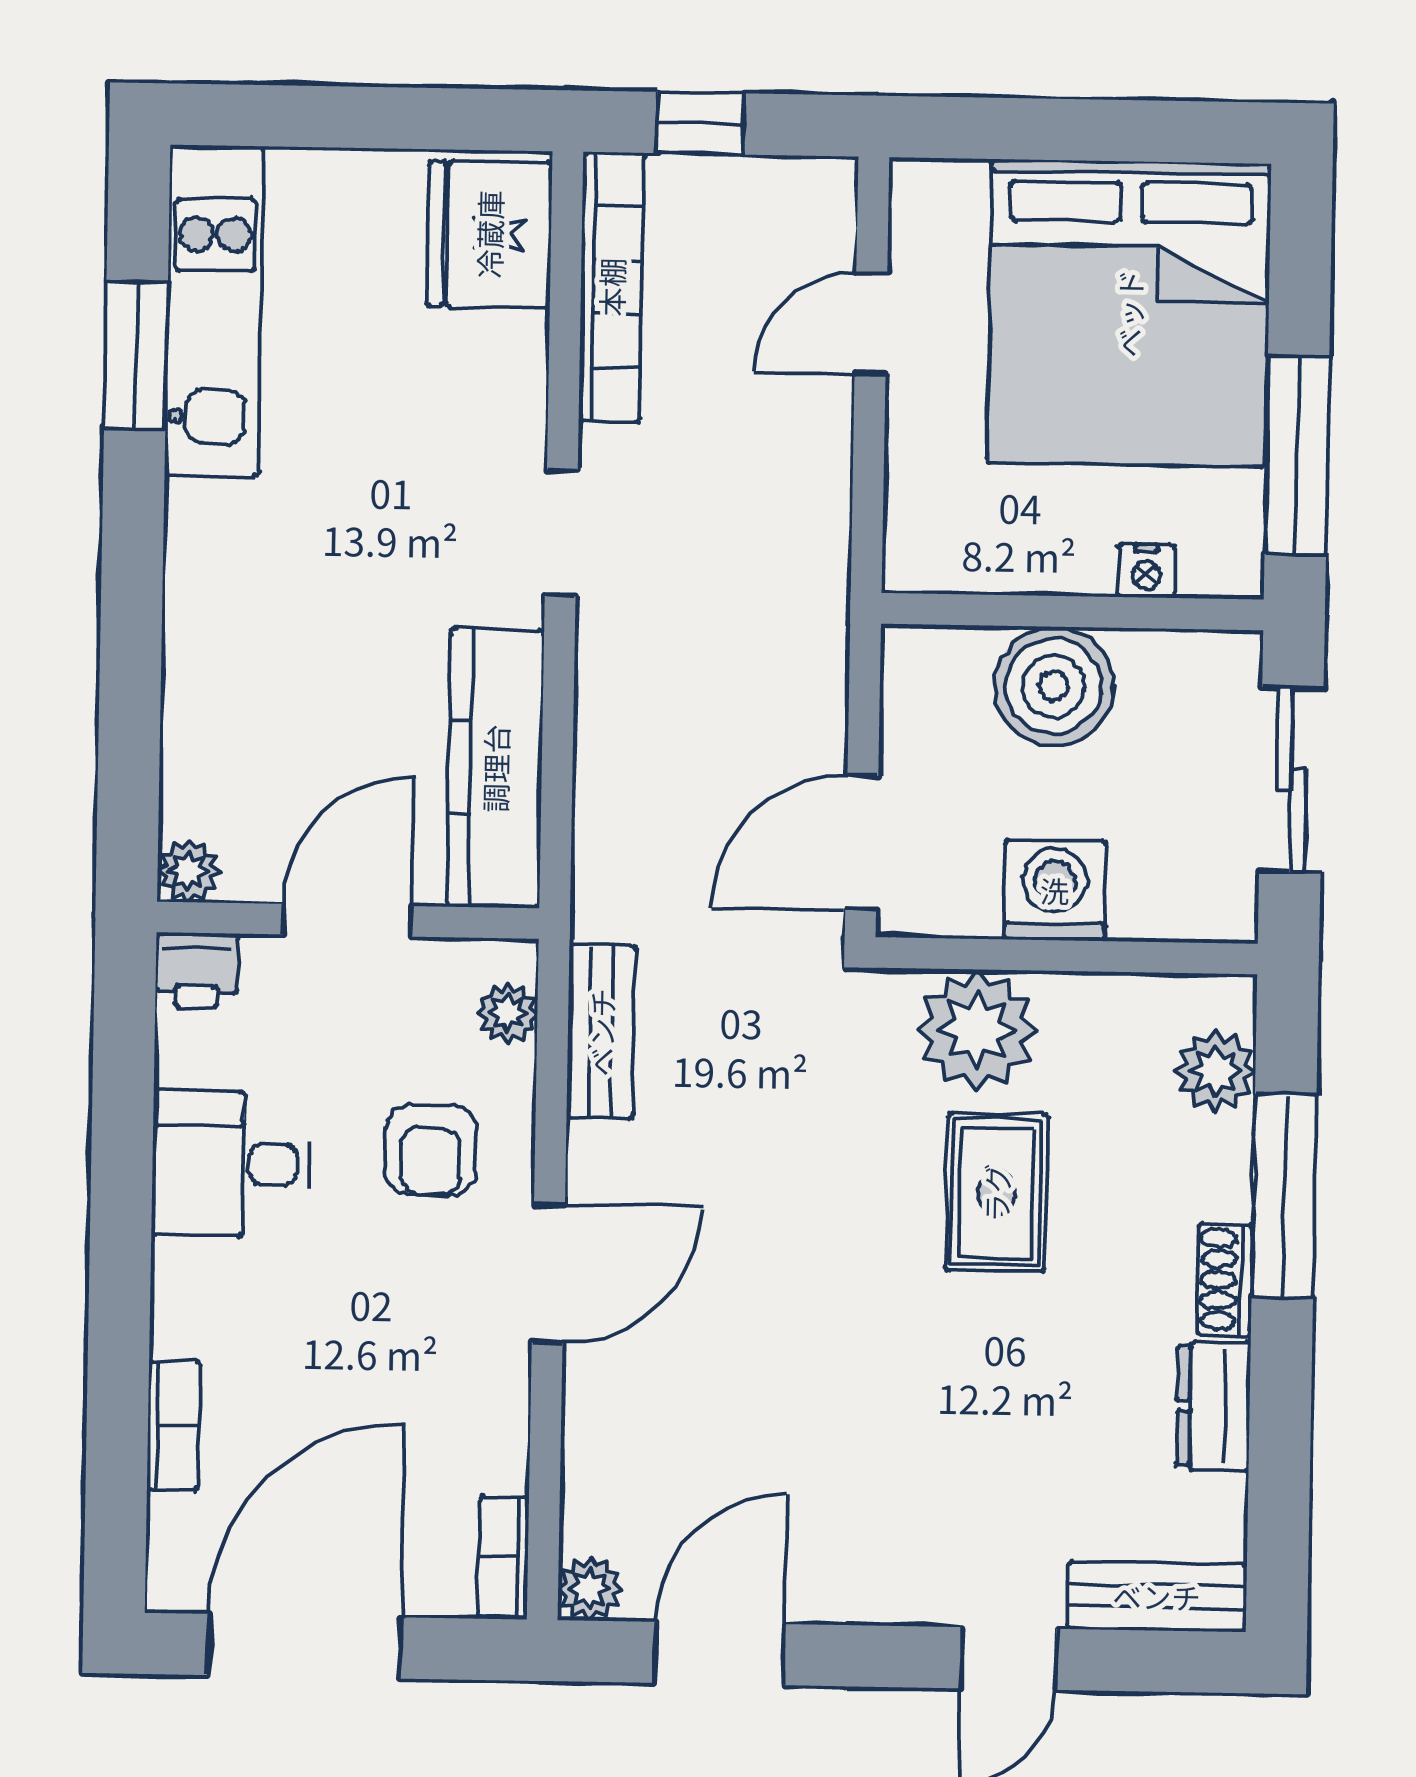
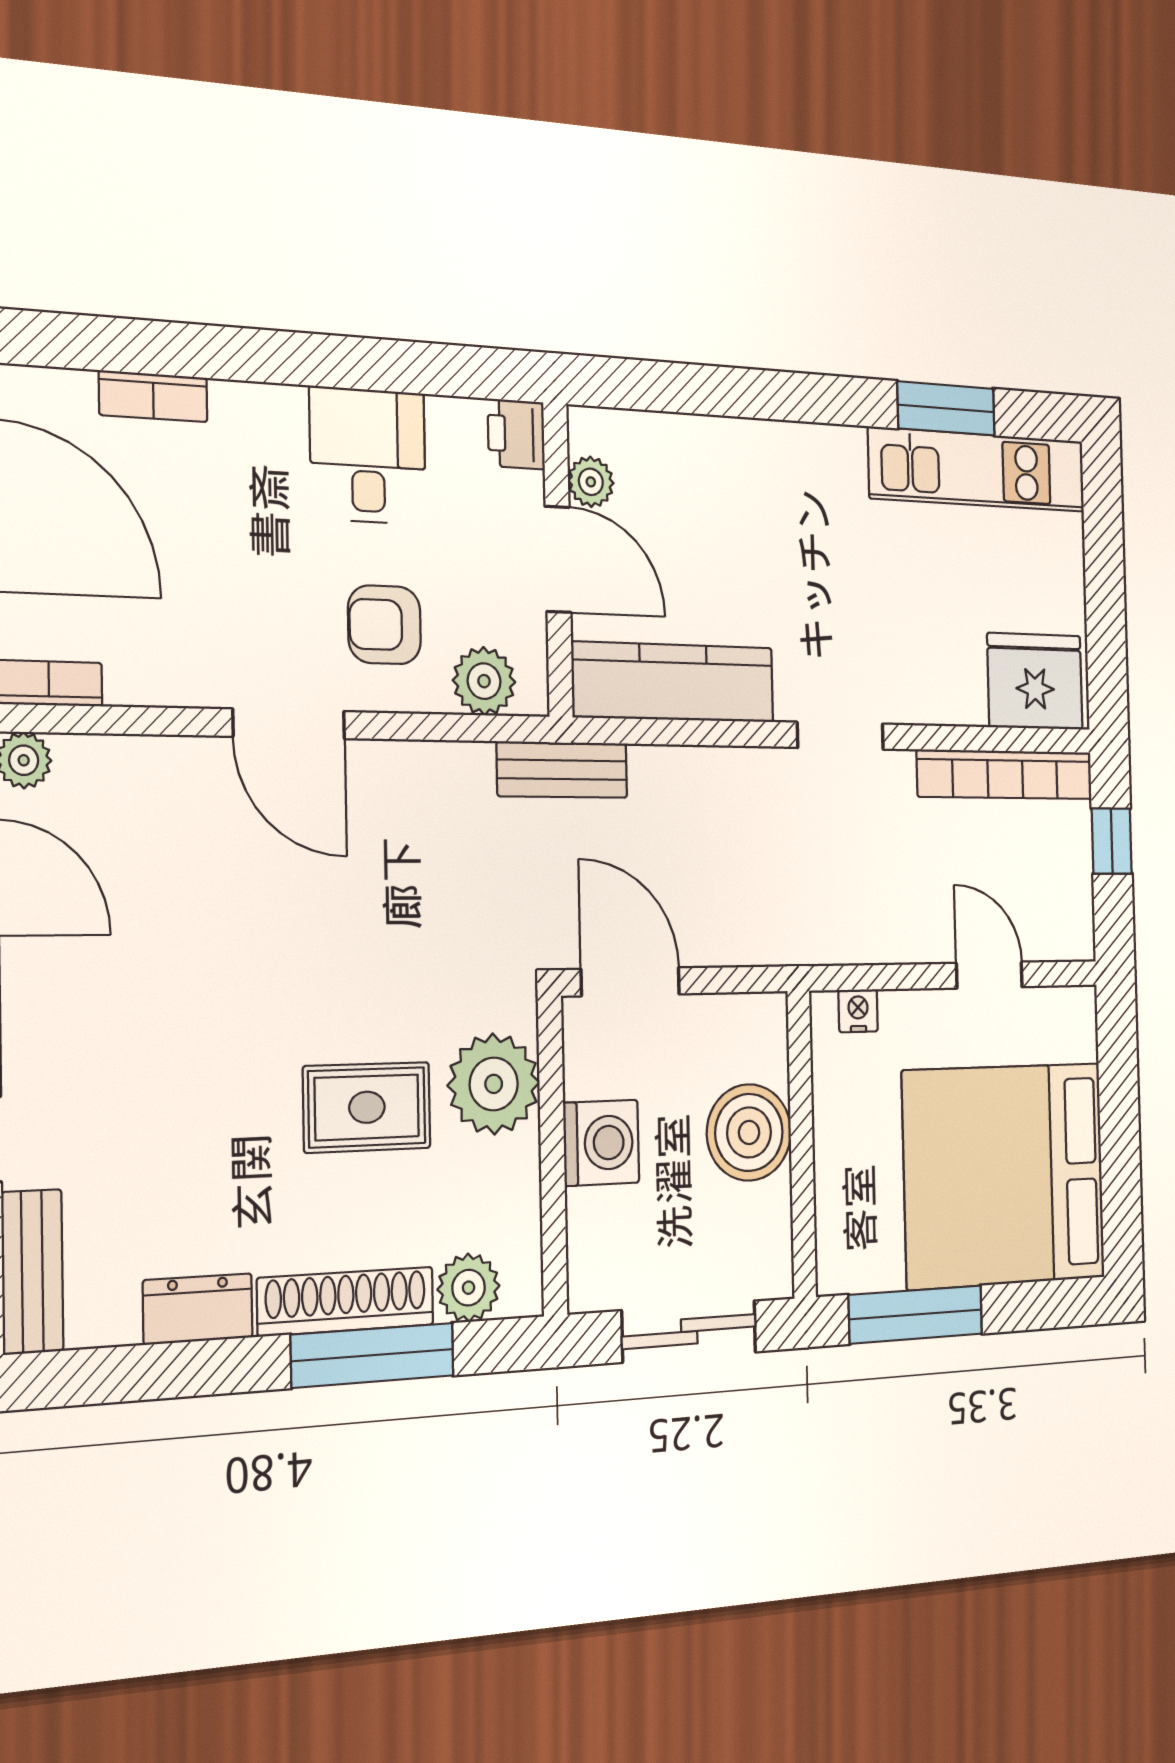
nightstand: (1146, 571) -> (858, 1011), moved, turned 90
plant: (189, 871) -> (591, 482), moved
plant: (508, 1013) -> (484, 681), width x1.38, depth x1.38
bench: (601, 1032) -> (562, 770), moved
shoe rack: (1225, 1280) -> (346, 1301), width x1.94, depth x1.24

